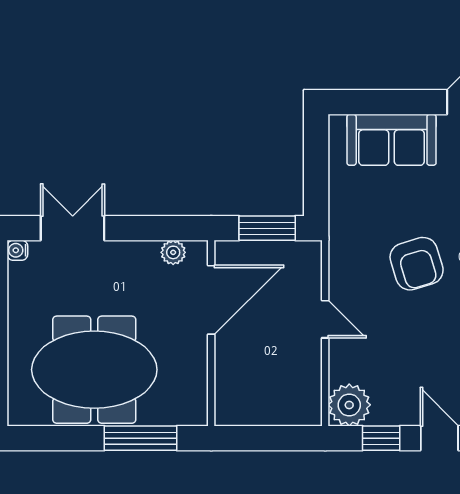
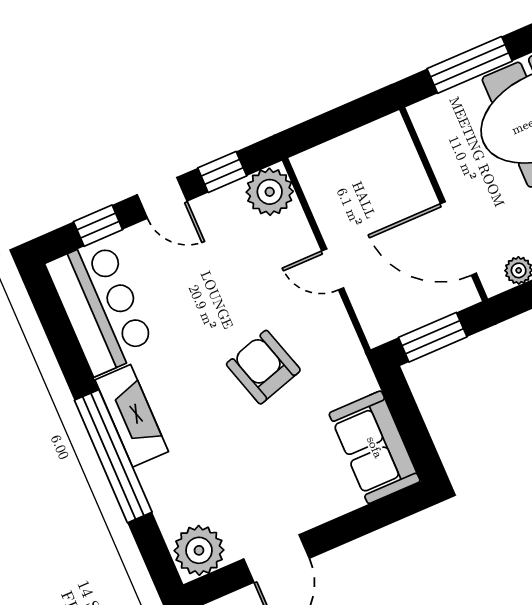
sofa: (392, 140) -> (375, 447), moved, turned -90
door: (211, 300) -> (458, 238), hinge flipped

